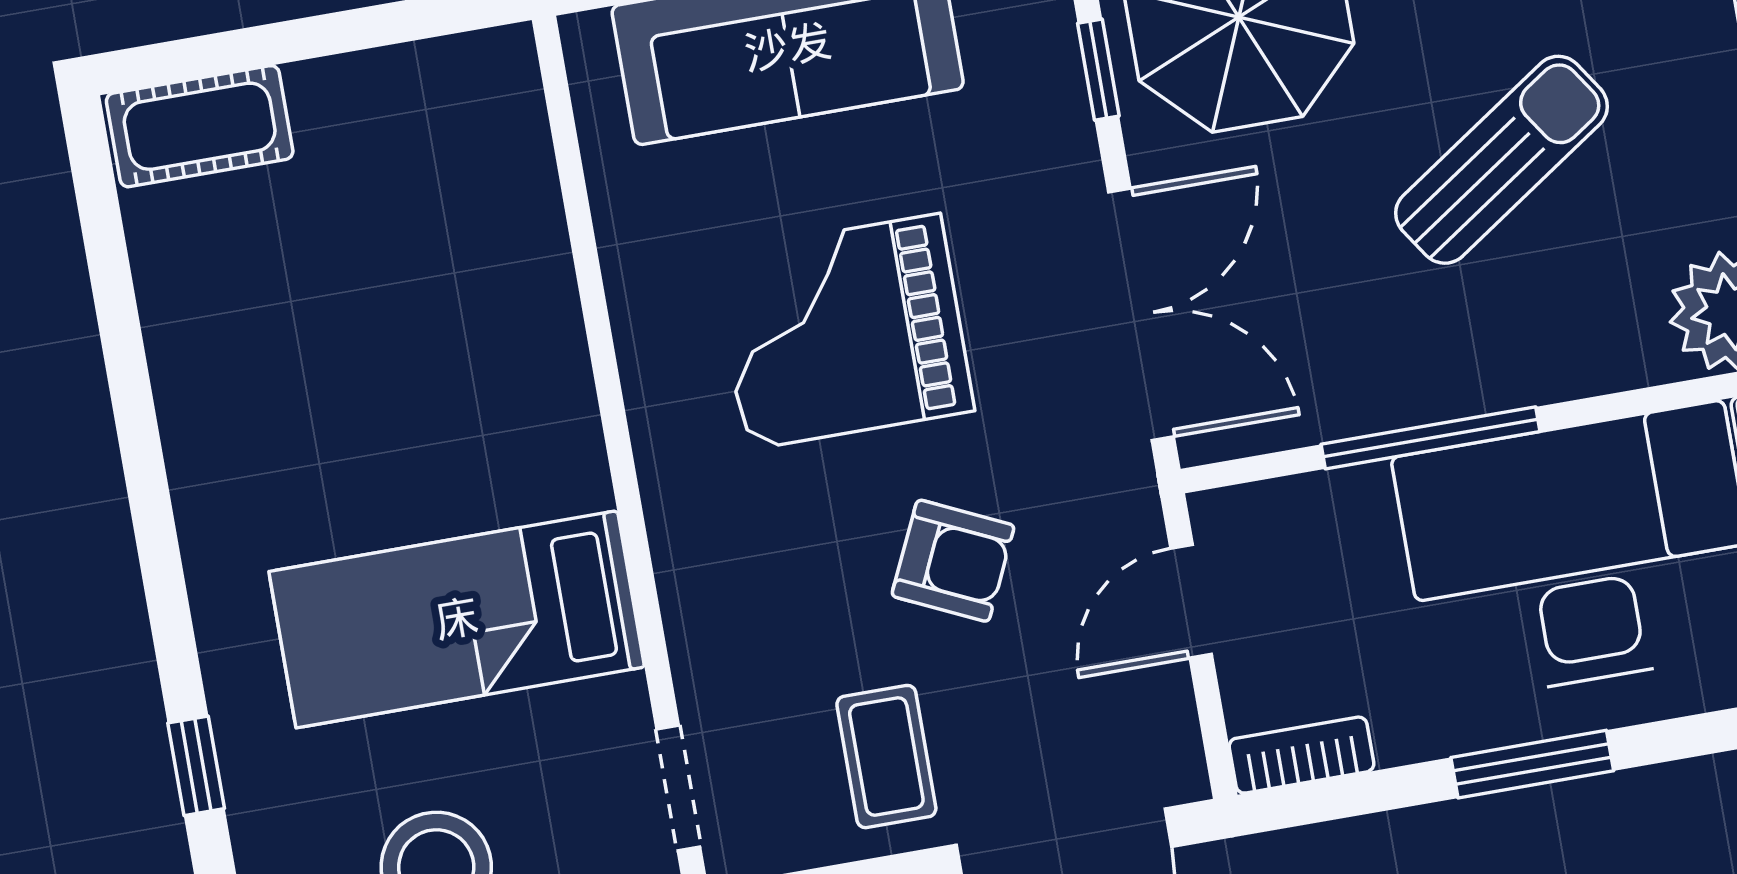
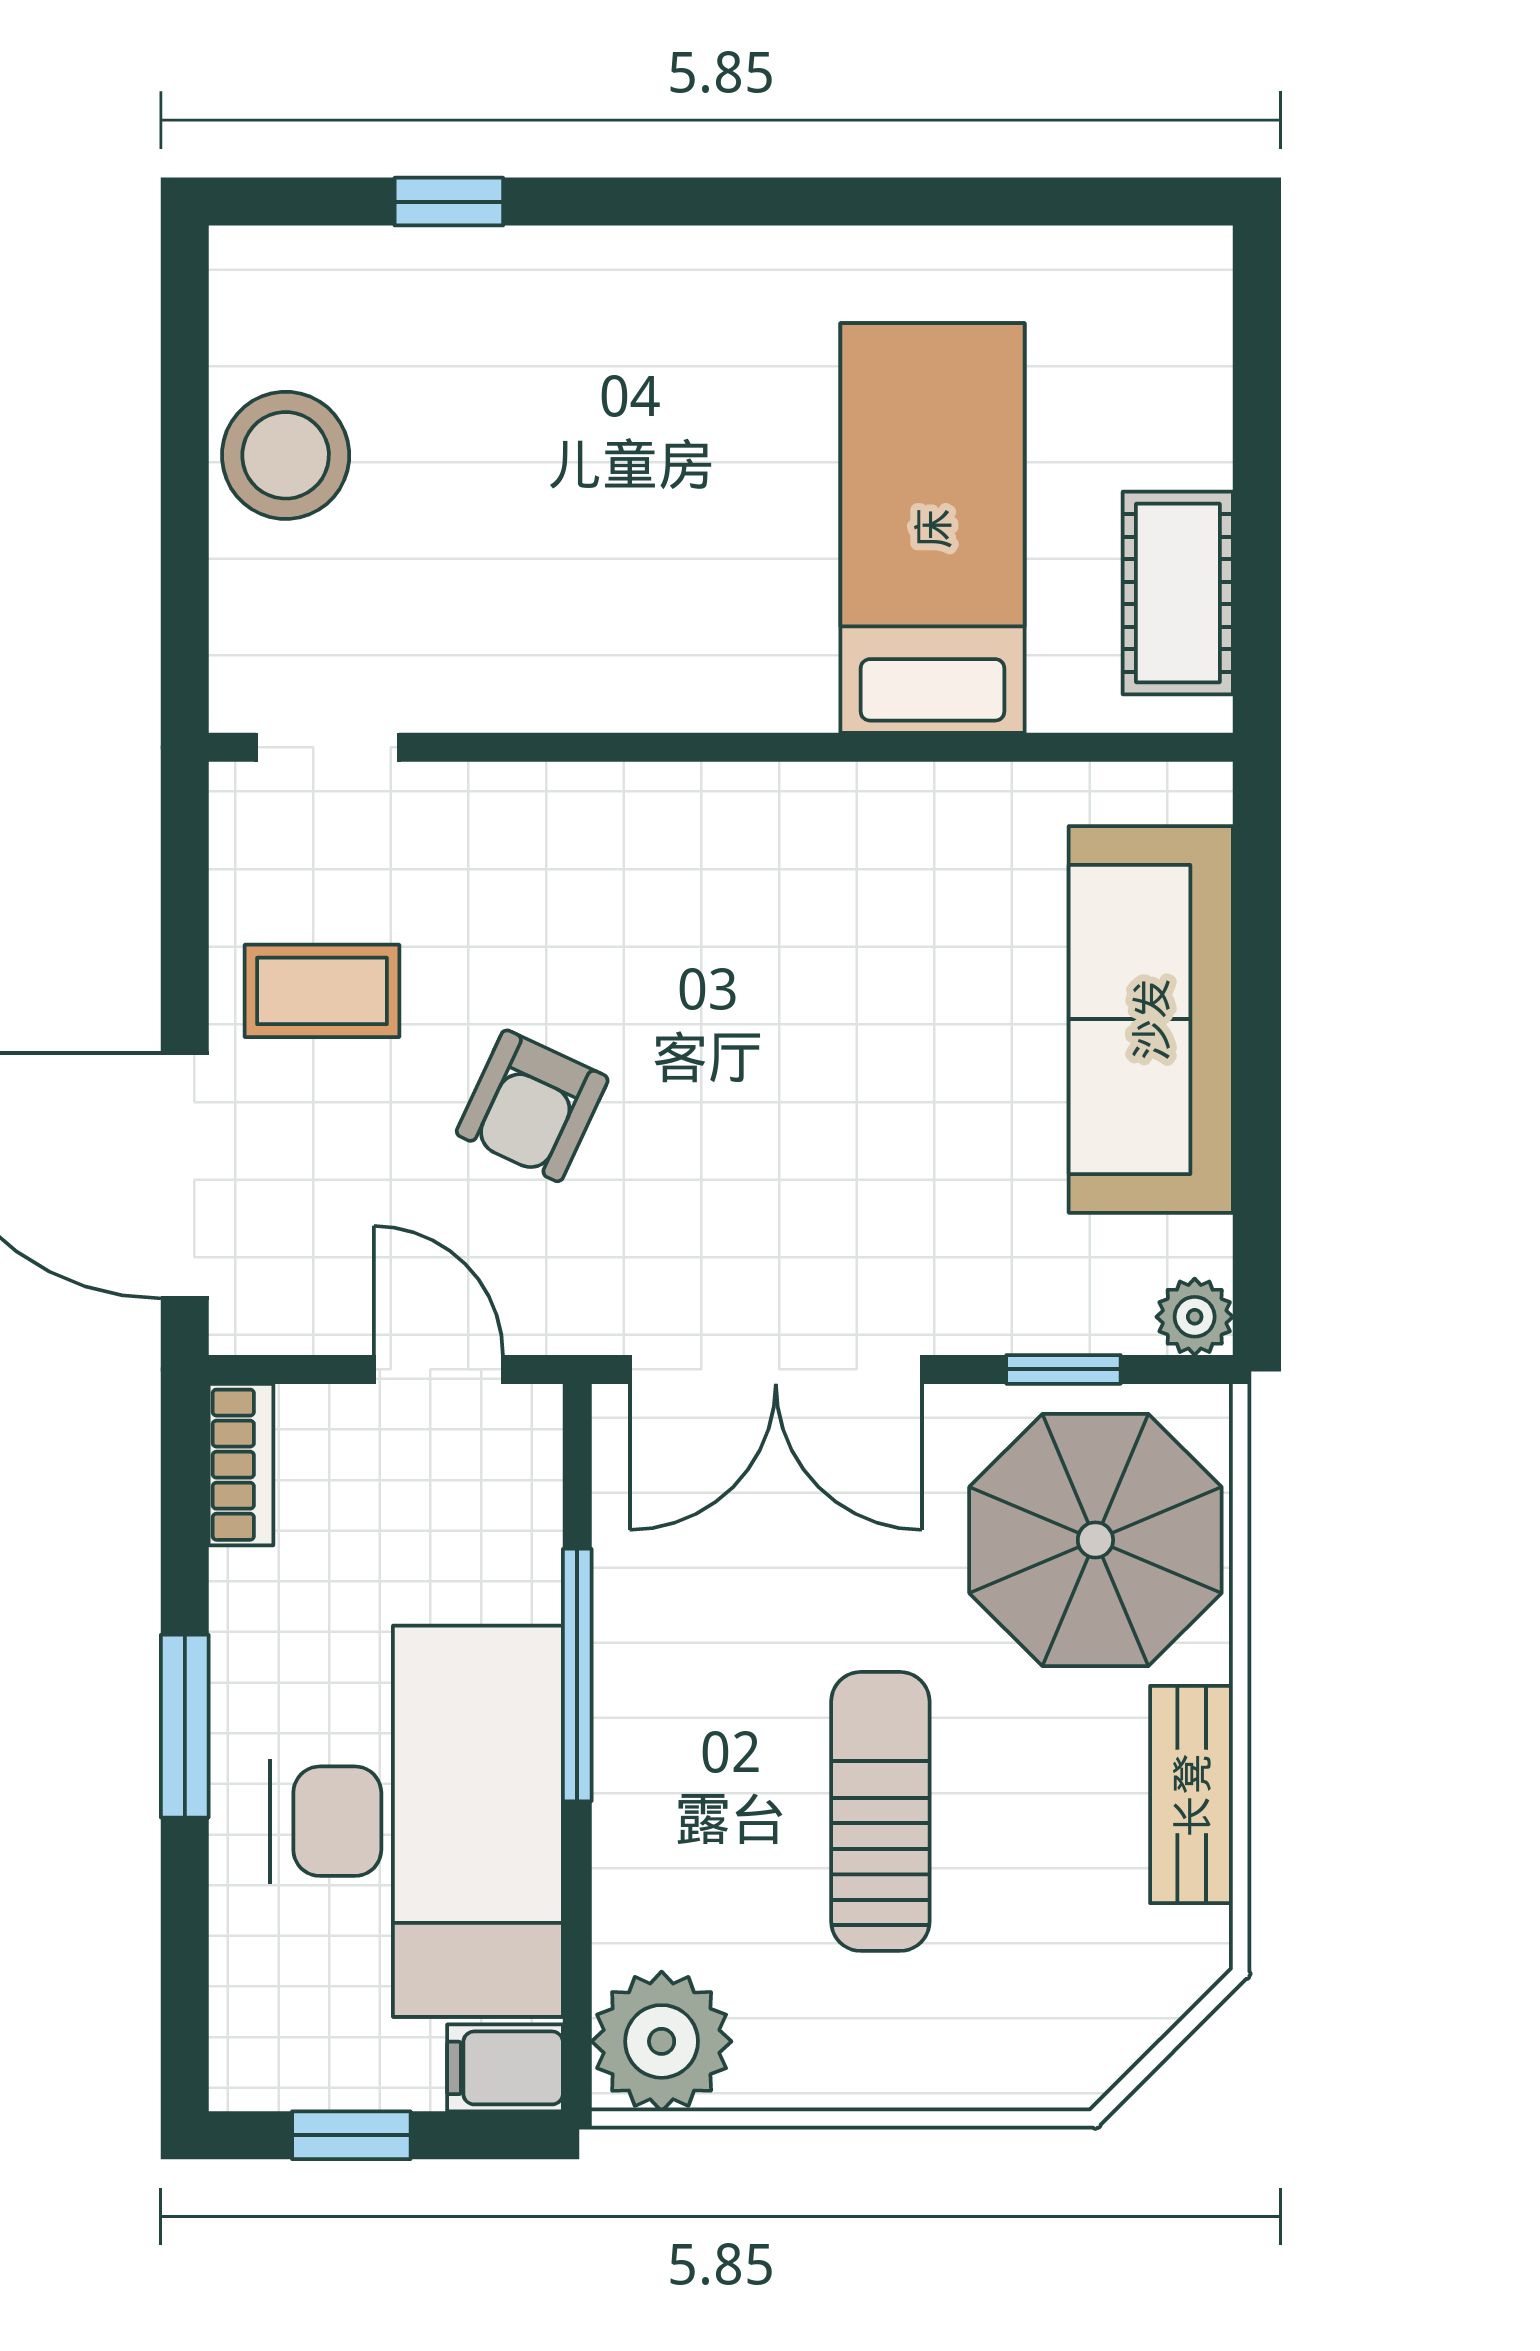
cot: (200, 126) -> (1178, 593), moved
sun lounger: (1502, 160) -> (880, 1811), turned -146
grand piano: (843, 332) -> (815, 1026), removed
bed: (457, 619) -> (933, 528), moved

